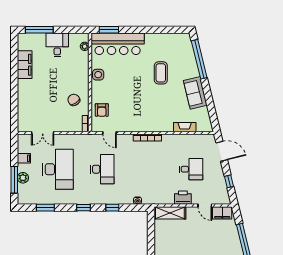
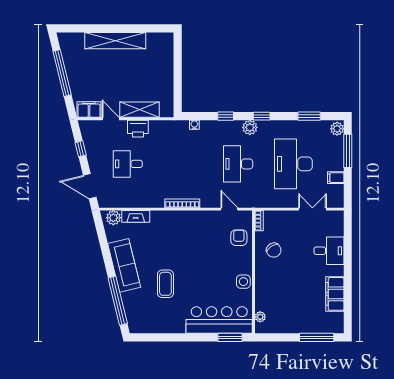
desk: (57, 45) -> (329, 251), moved, turned -90
sofa: (195, 93) -> (124, 265), width x1.36
plant: (203, 126) -> (113, 218), added
plant: (23, 178) -> (337, 129), moved
plant: (93, 198) -> (250, 127), added
shelving: (170, 213) -> (139, 110), moved

